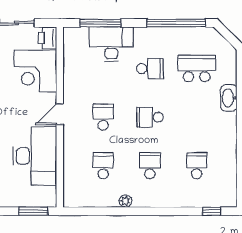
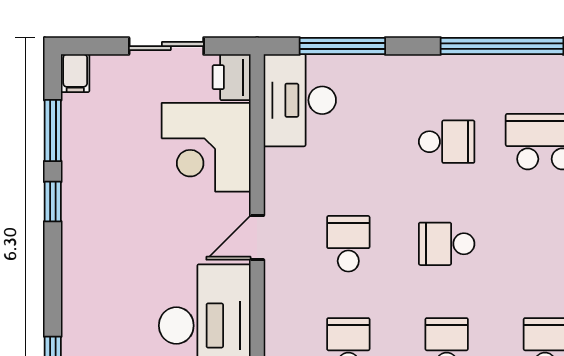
desk: (111, 44) -> (300, 100), moved, turned -90

